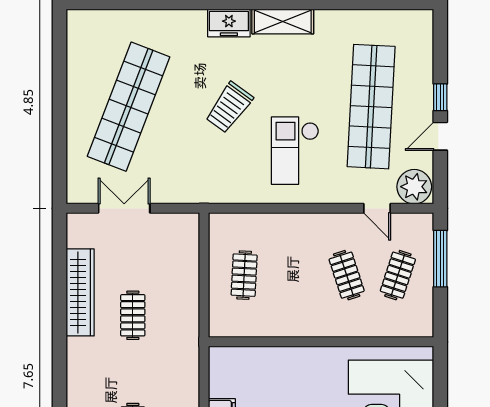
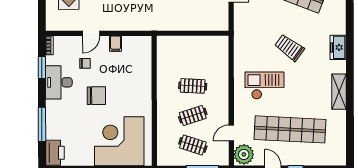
shelving: (283, 22) -> (339, 92), moved
clothes rail: (244, 275) -> (193, 86), moved

